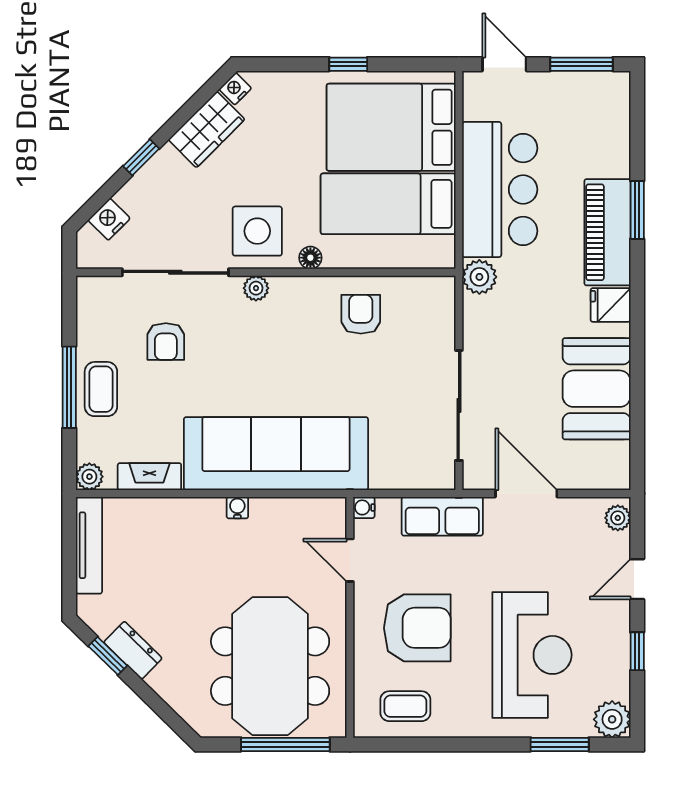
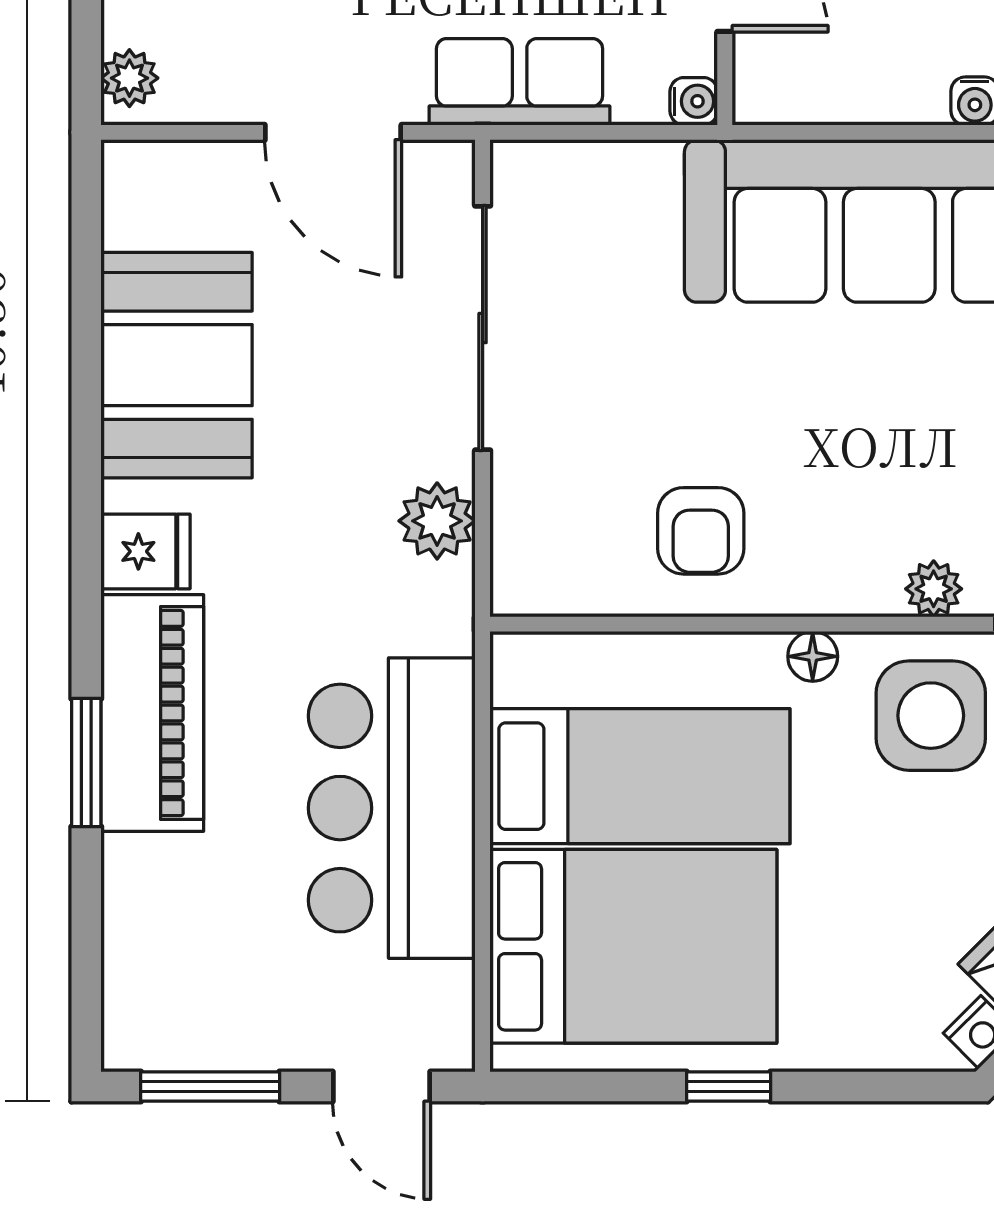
plant: (479, 277) -> (437, 521), moved

